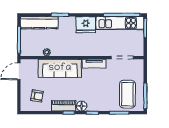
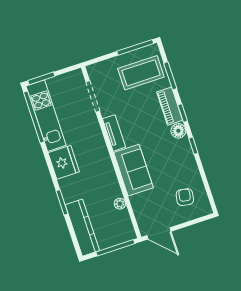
sofa: (60, 68) -> (133, 170), width x0.73
piano: (64, 106) -> (170, 106), moved

